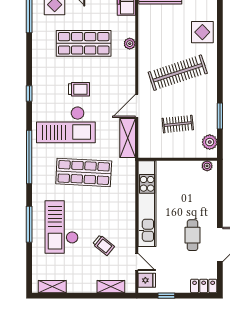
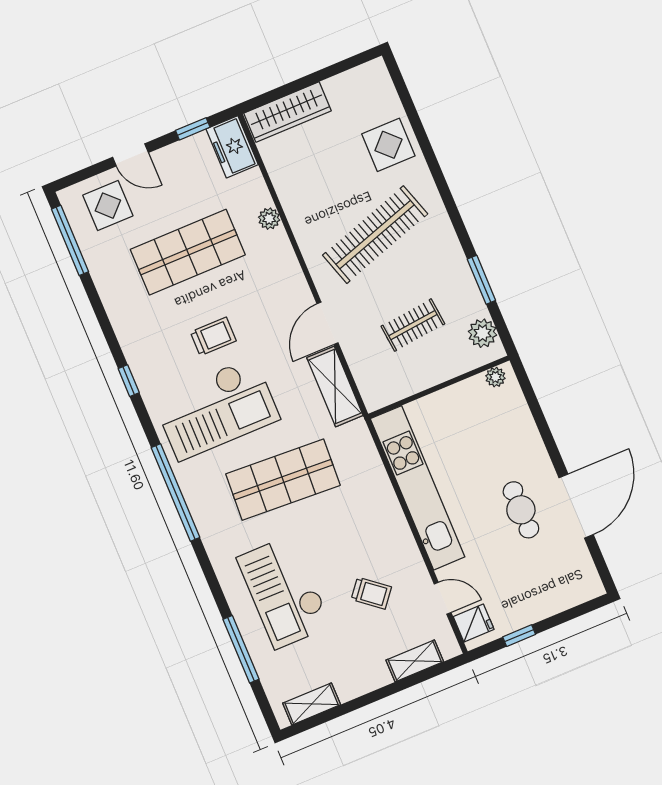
window: (29, 224) -> (241, 649), moved
locker: (204, 286) -> (578, 591), removed

